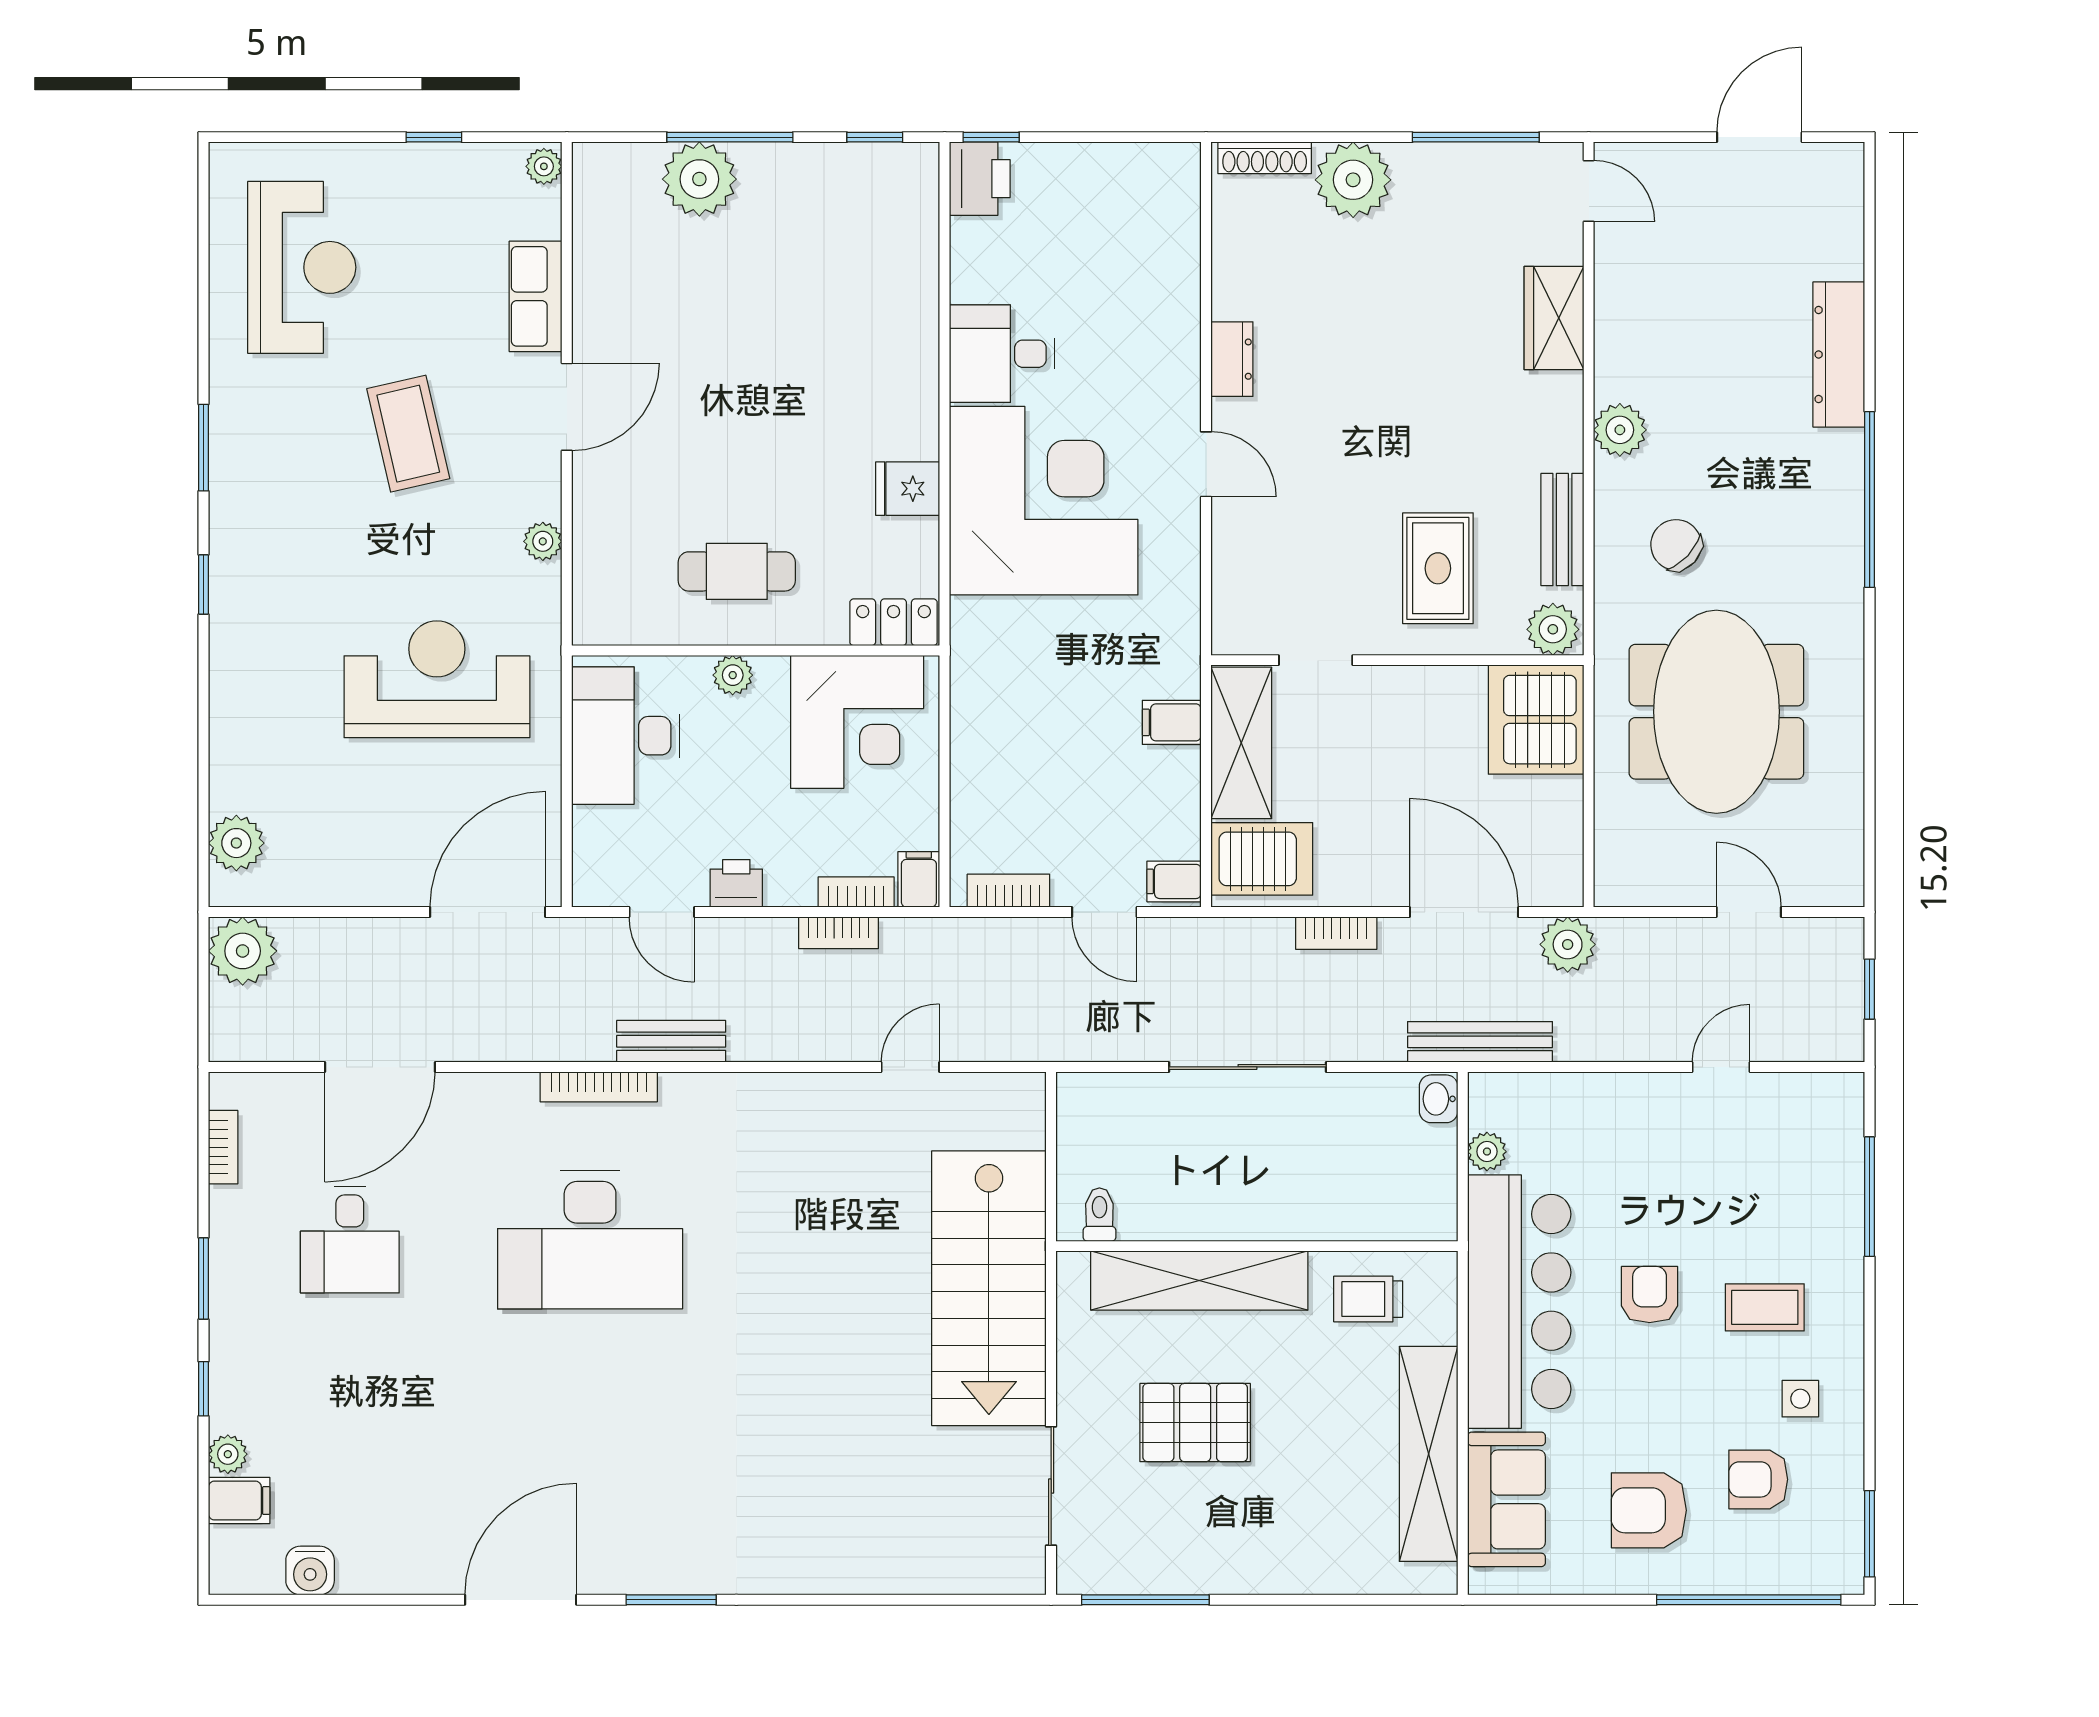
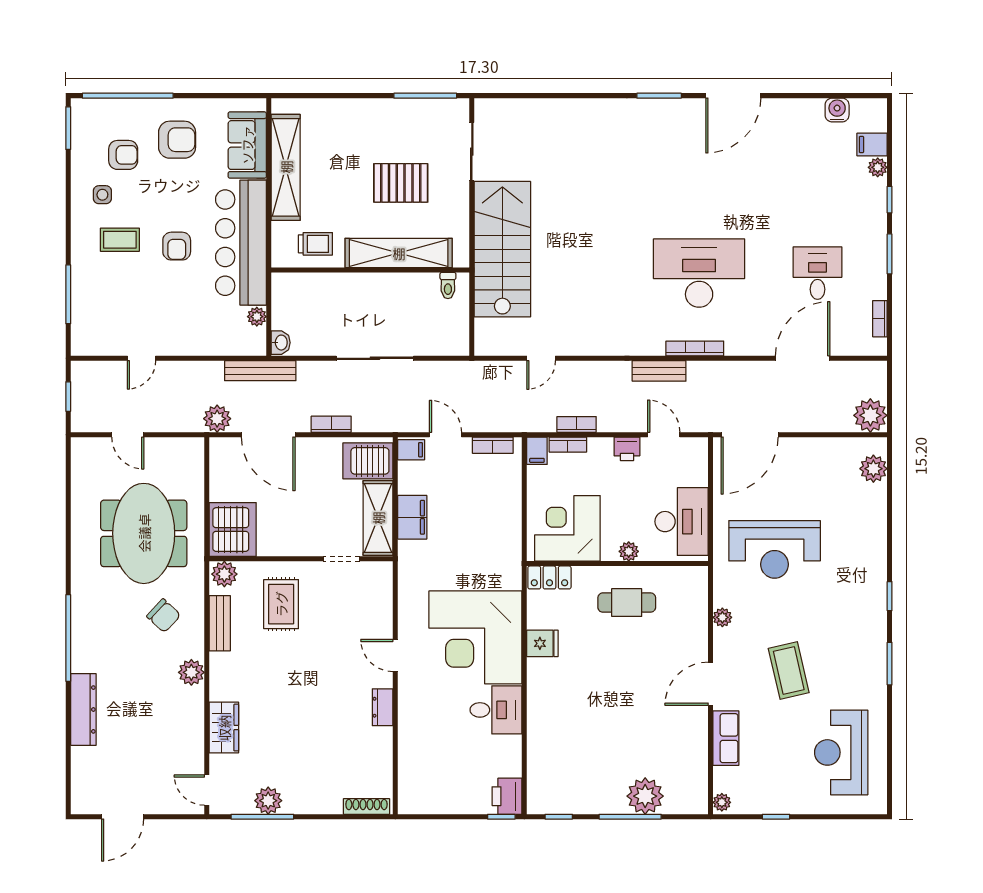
plant: (1353, 180) -> (268, 801), moved, width x0.73, depth x0.73
filing cabinet: (1172, 722) -> (412, 517), width x2.00

